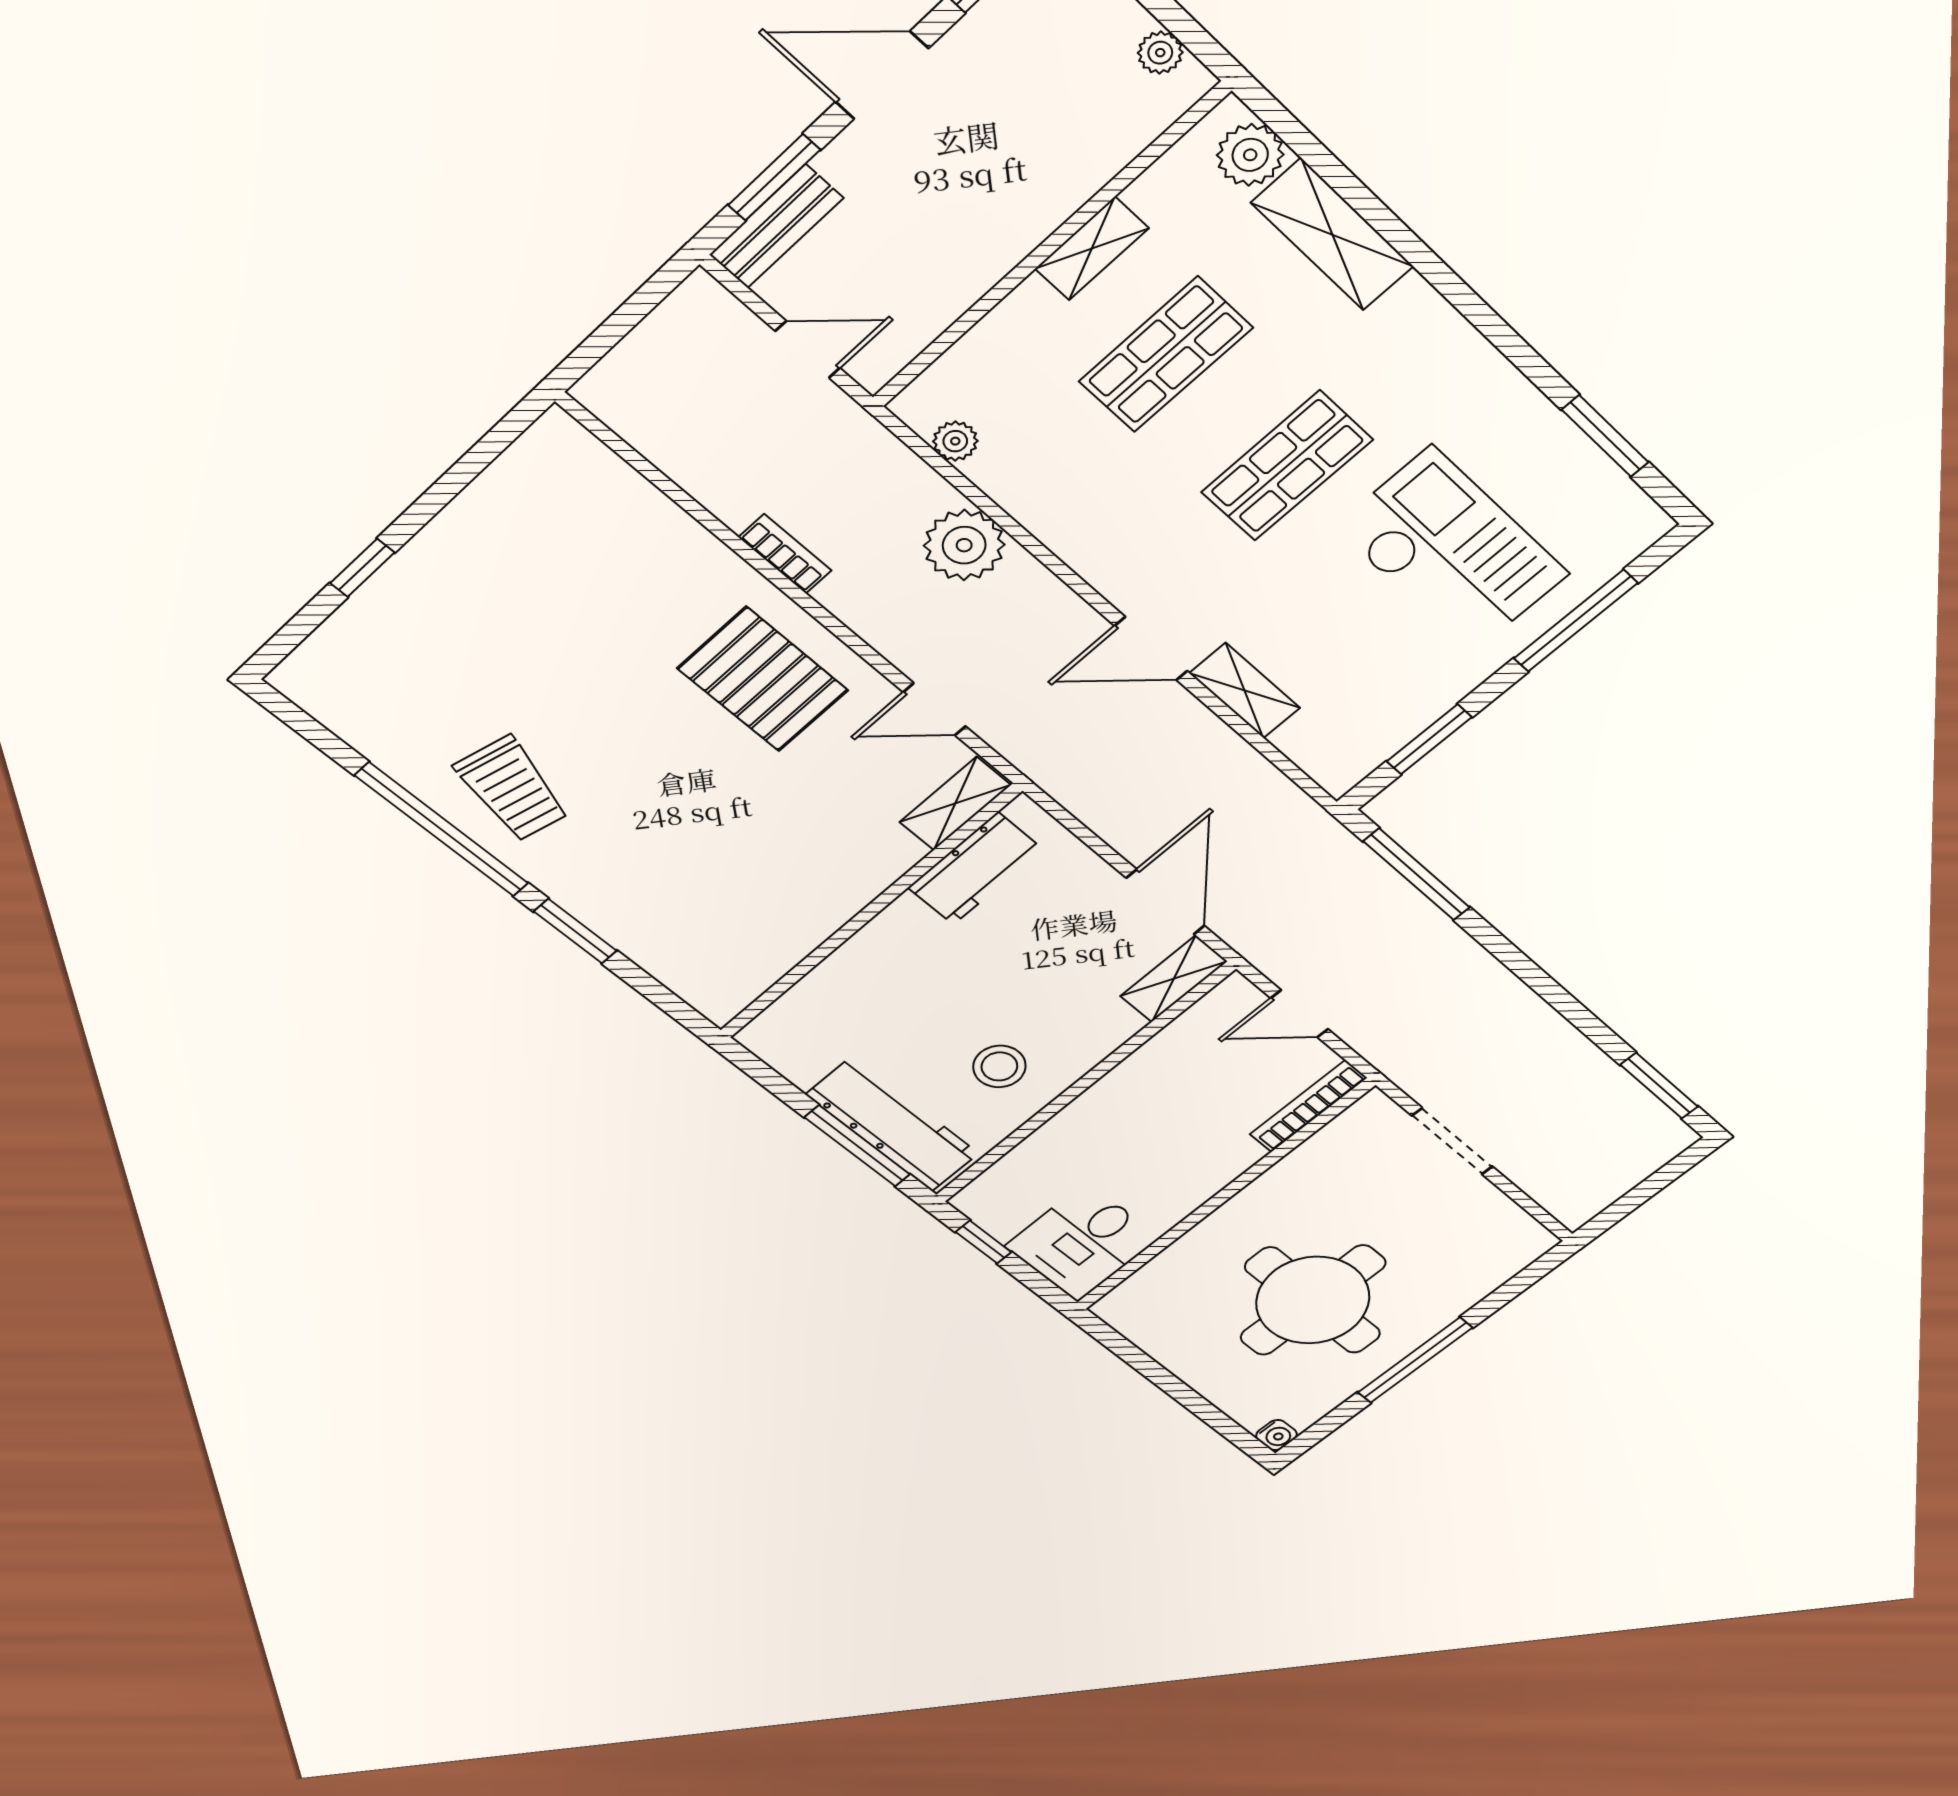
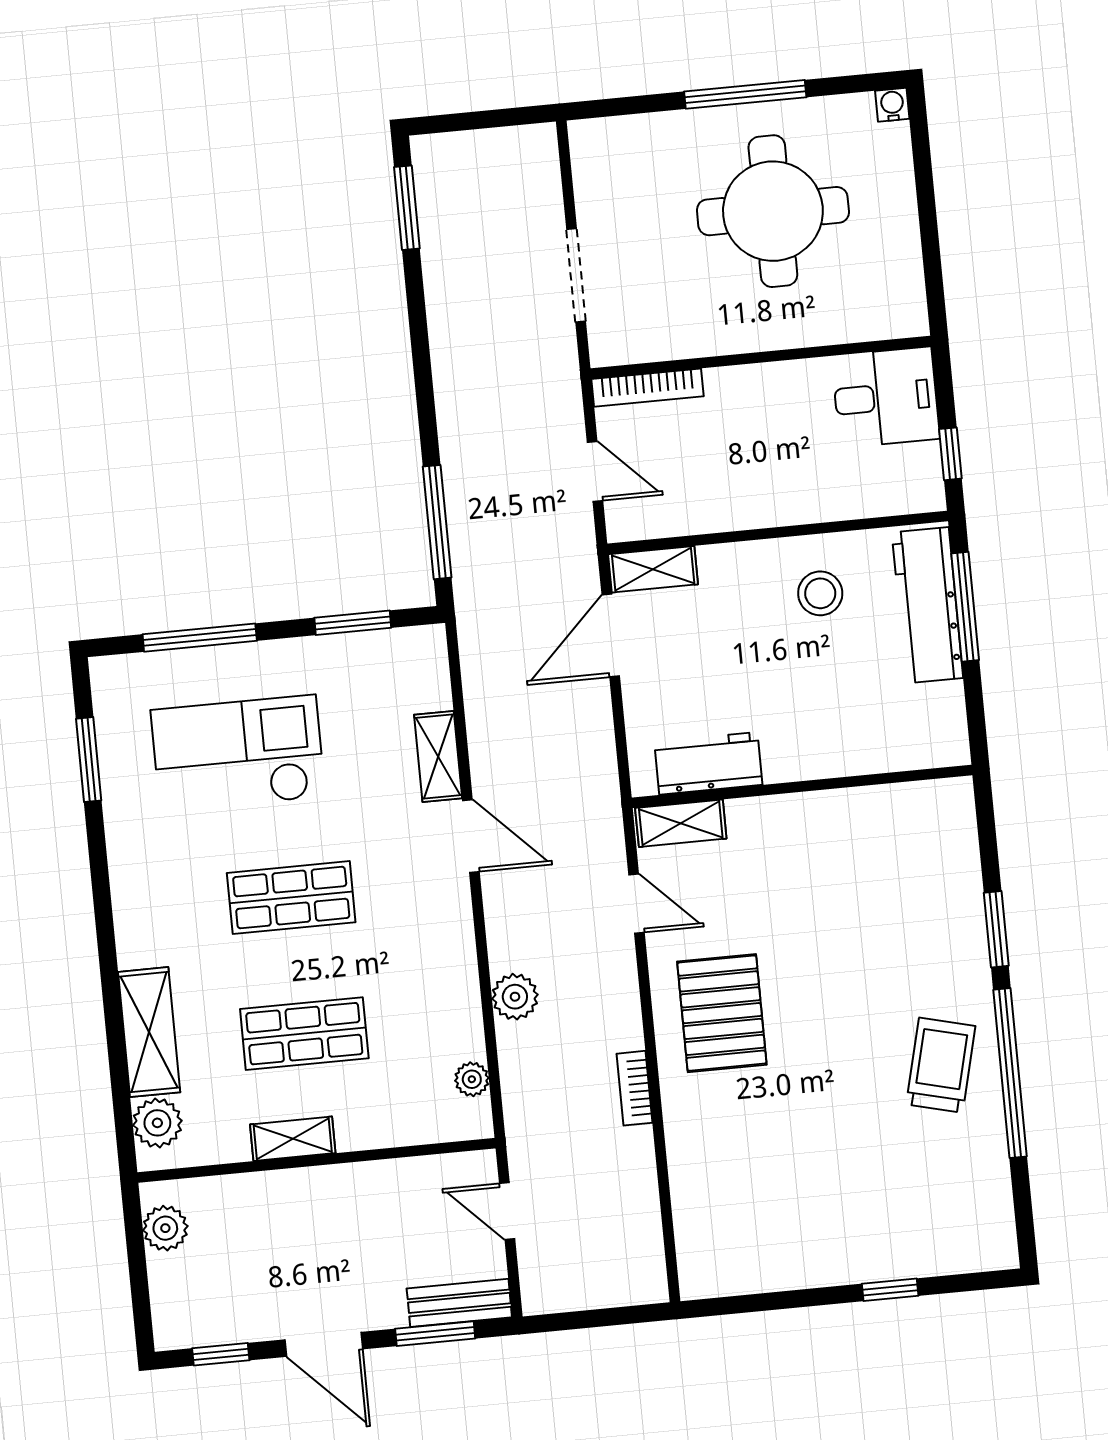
plant: (1160, 53) -> (165, 1228), width x1.38, depth x1.38
plant: (964, 545) -> (515, 997), width x0.73, depth x0.73
checkout: (1452, 551) -> (238, 754), turned 90

